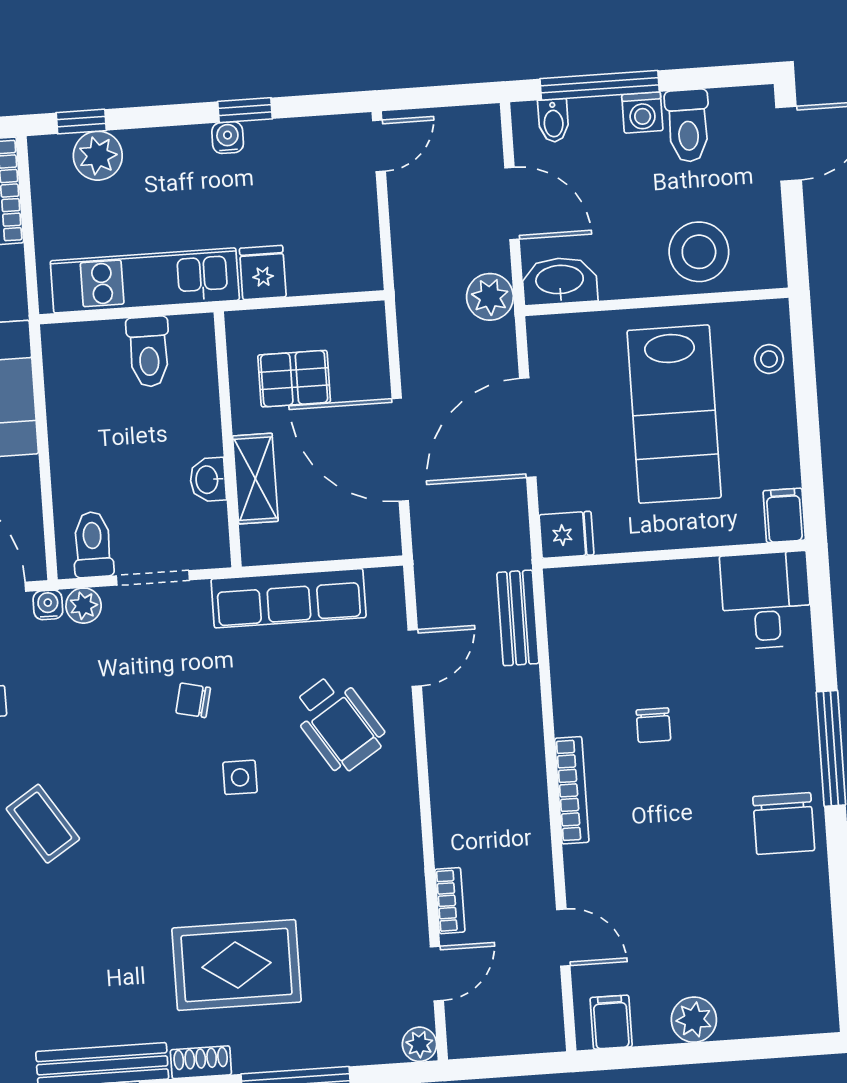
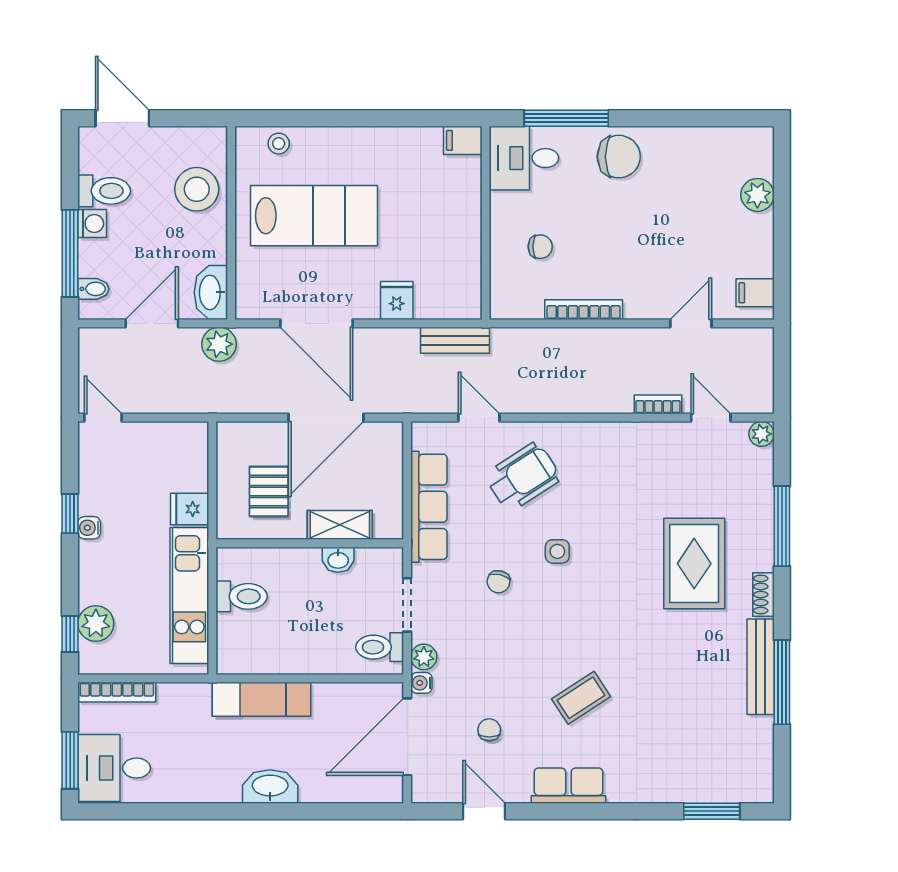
filing cabinet: (784, 515) -> (463, 140), moved
wall: (674, 554) -> (486, 223), moved
desk: (766, 600) -> (524, 158), moved
plant: (694, 1020) -> (757, 195), moved

